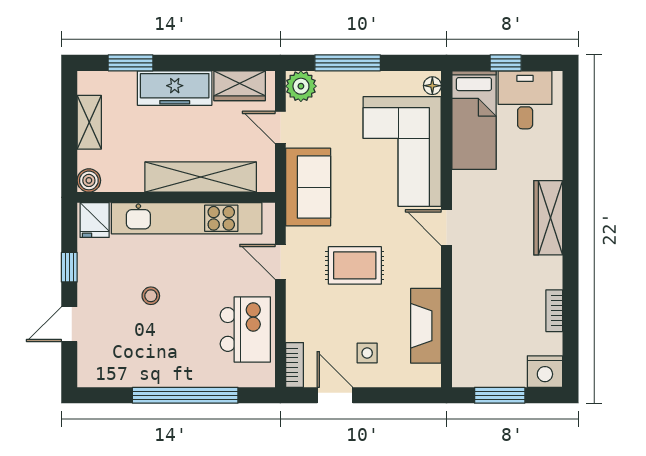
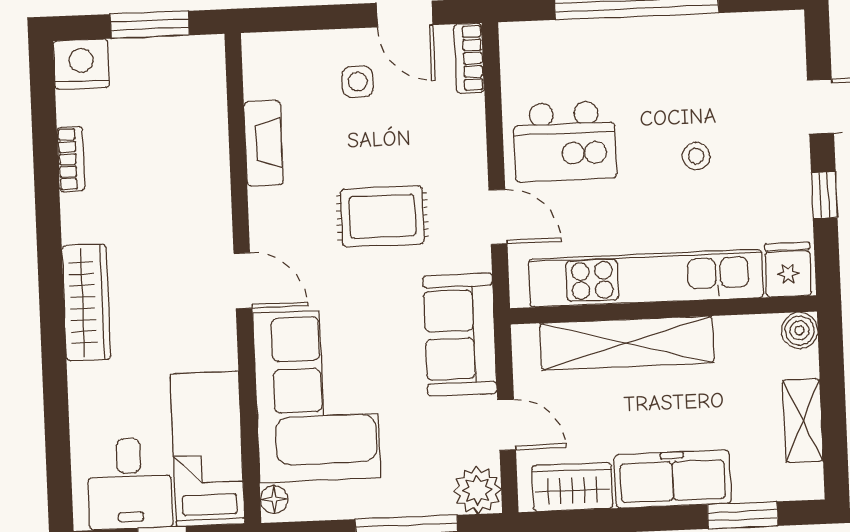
fireplace: (426, 326) -> (263, 143), width x0.73, depth x0.76
kitchen island: (245, 329) -> (565, 141), moved, turned -90

